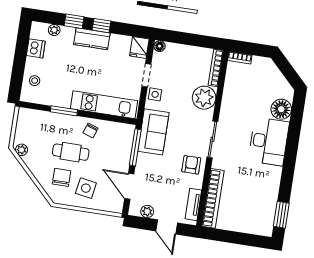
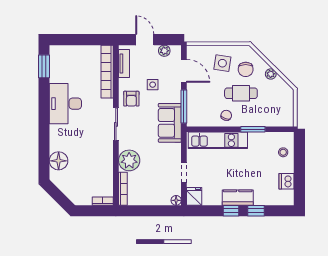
plant: (54, 30) -> (273, 200), removed
side table: (155, 94) -> (153, 85), moved
desk: (269, 141) -> (65, 104), moved
plant: (22, 150) -> (271, 74), moved

